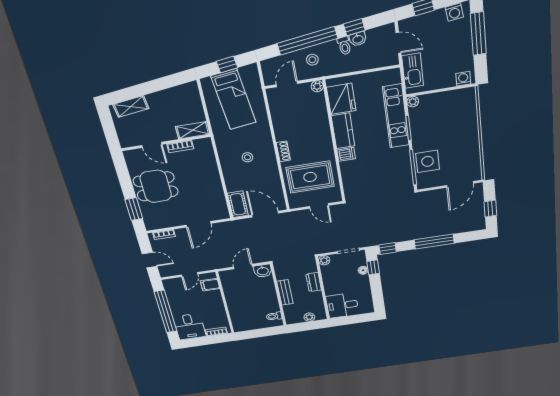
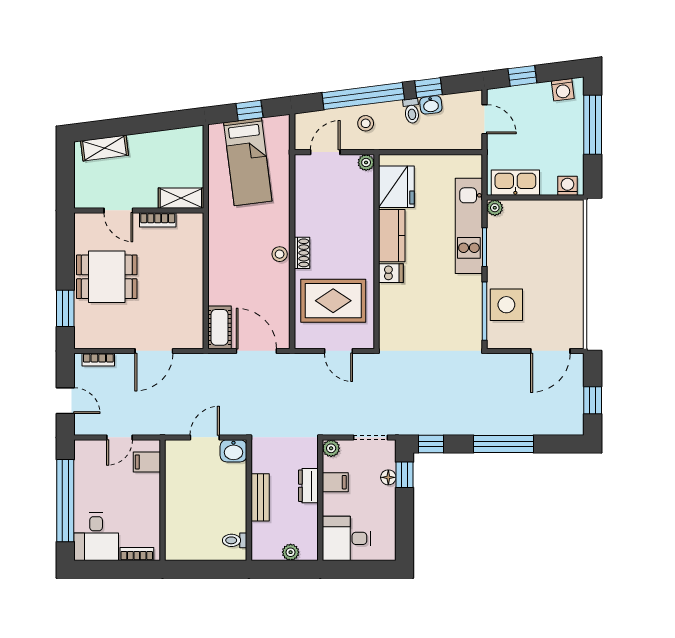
kitchen sink: (413, 71) -> (515, 183), moved, turned -90
stool: (247, 157) -> (280, 254), moved
filing cabinet: (330, 278) -> (335, 482), added

